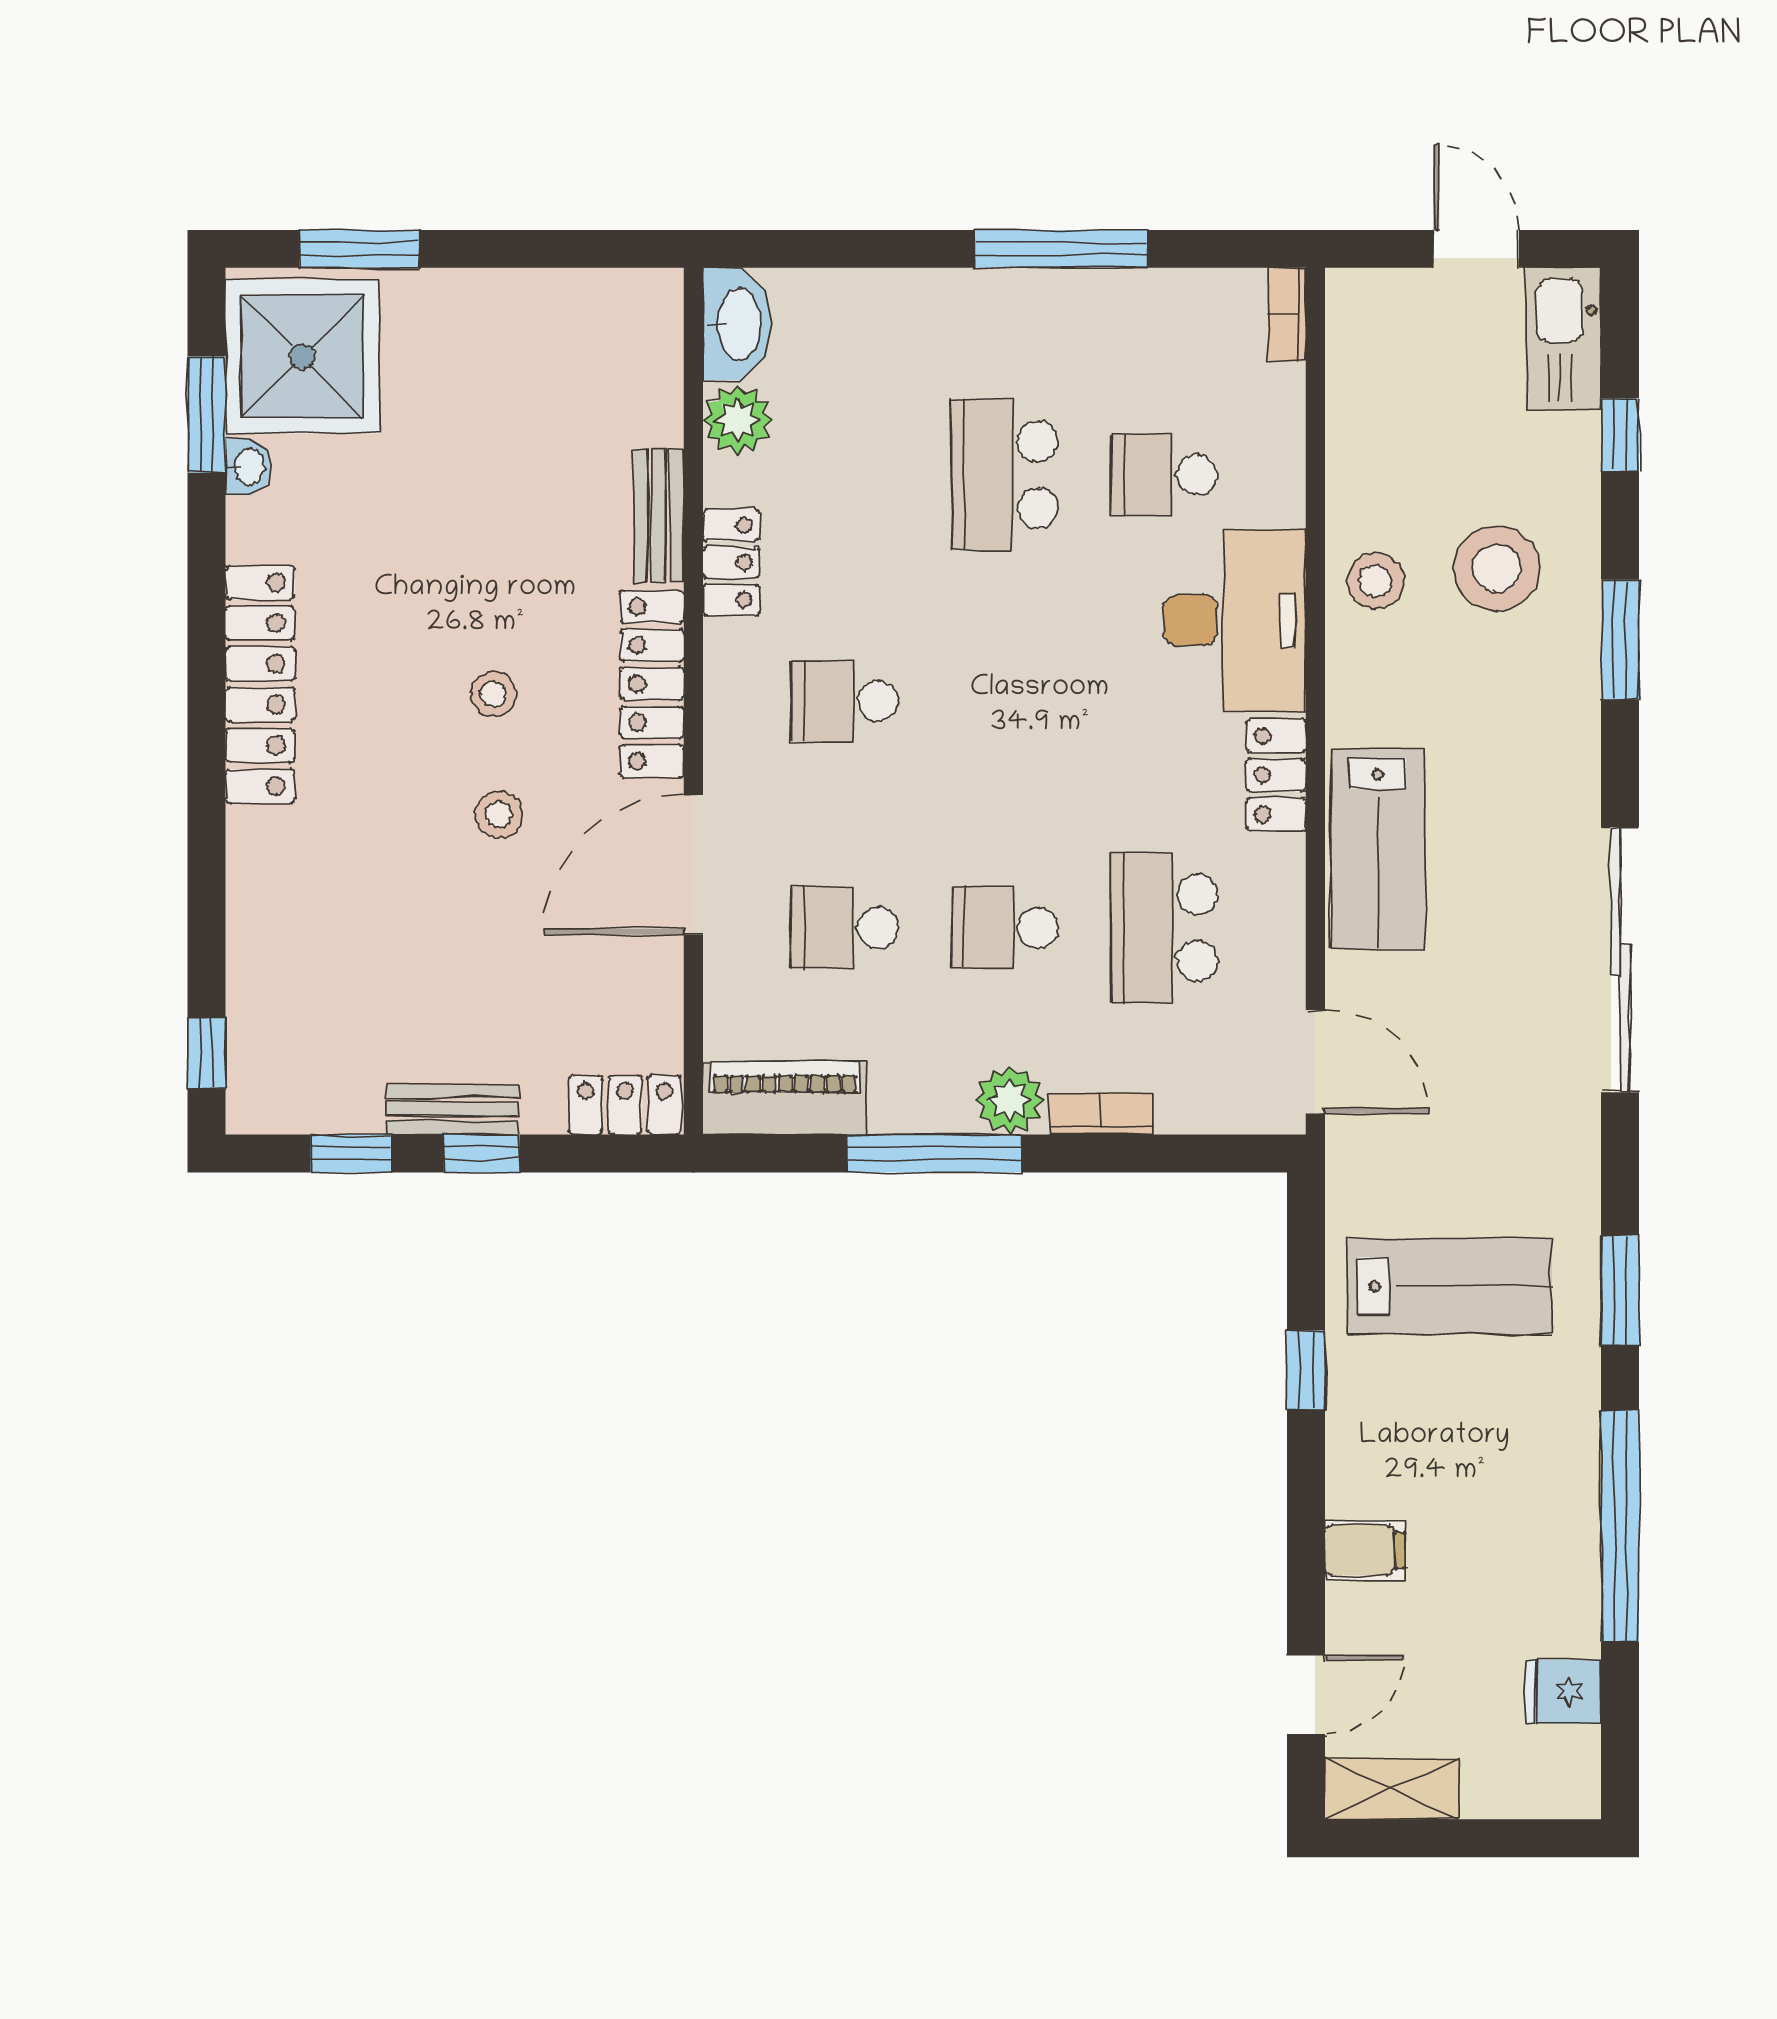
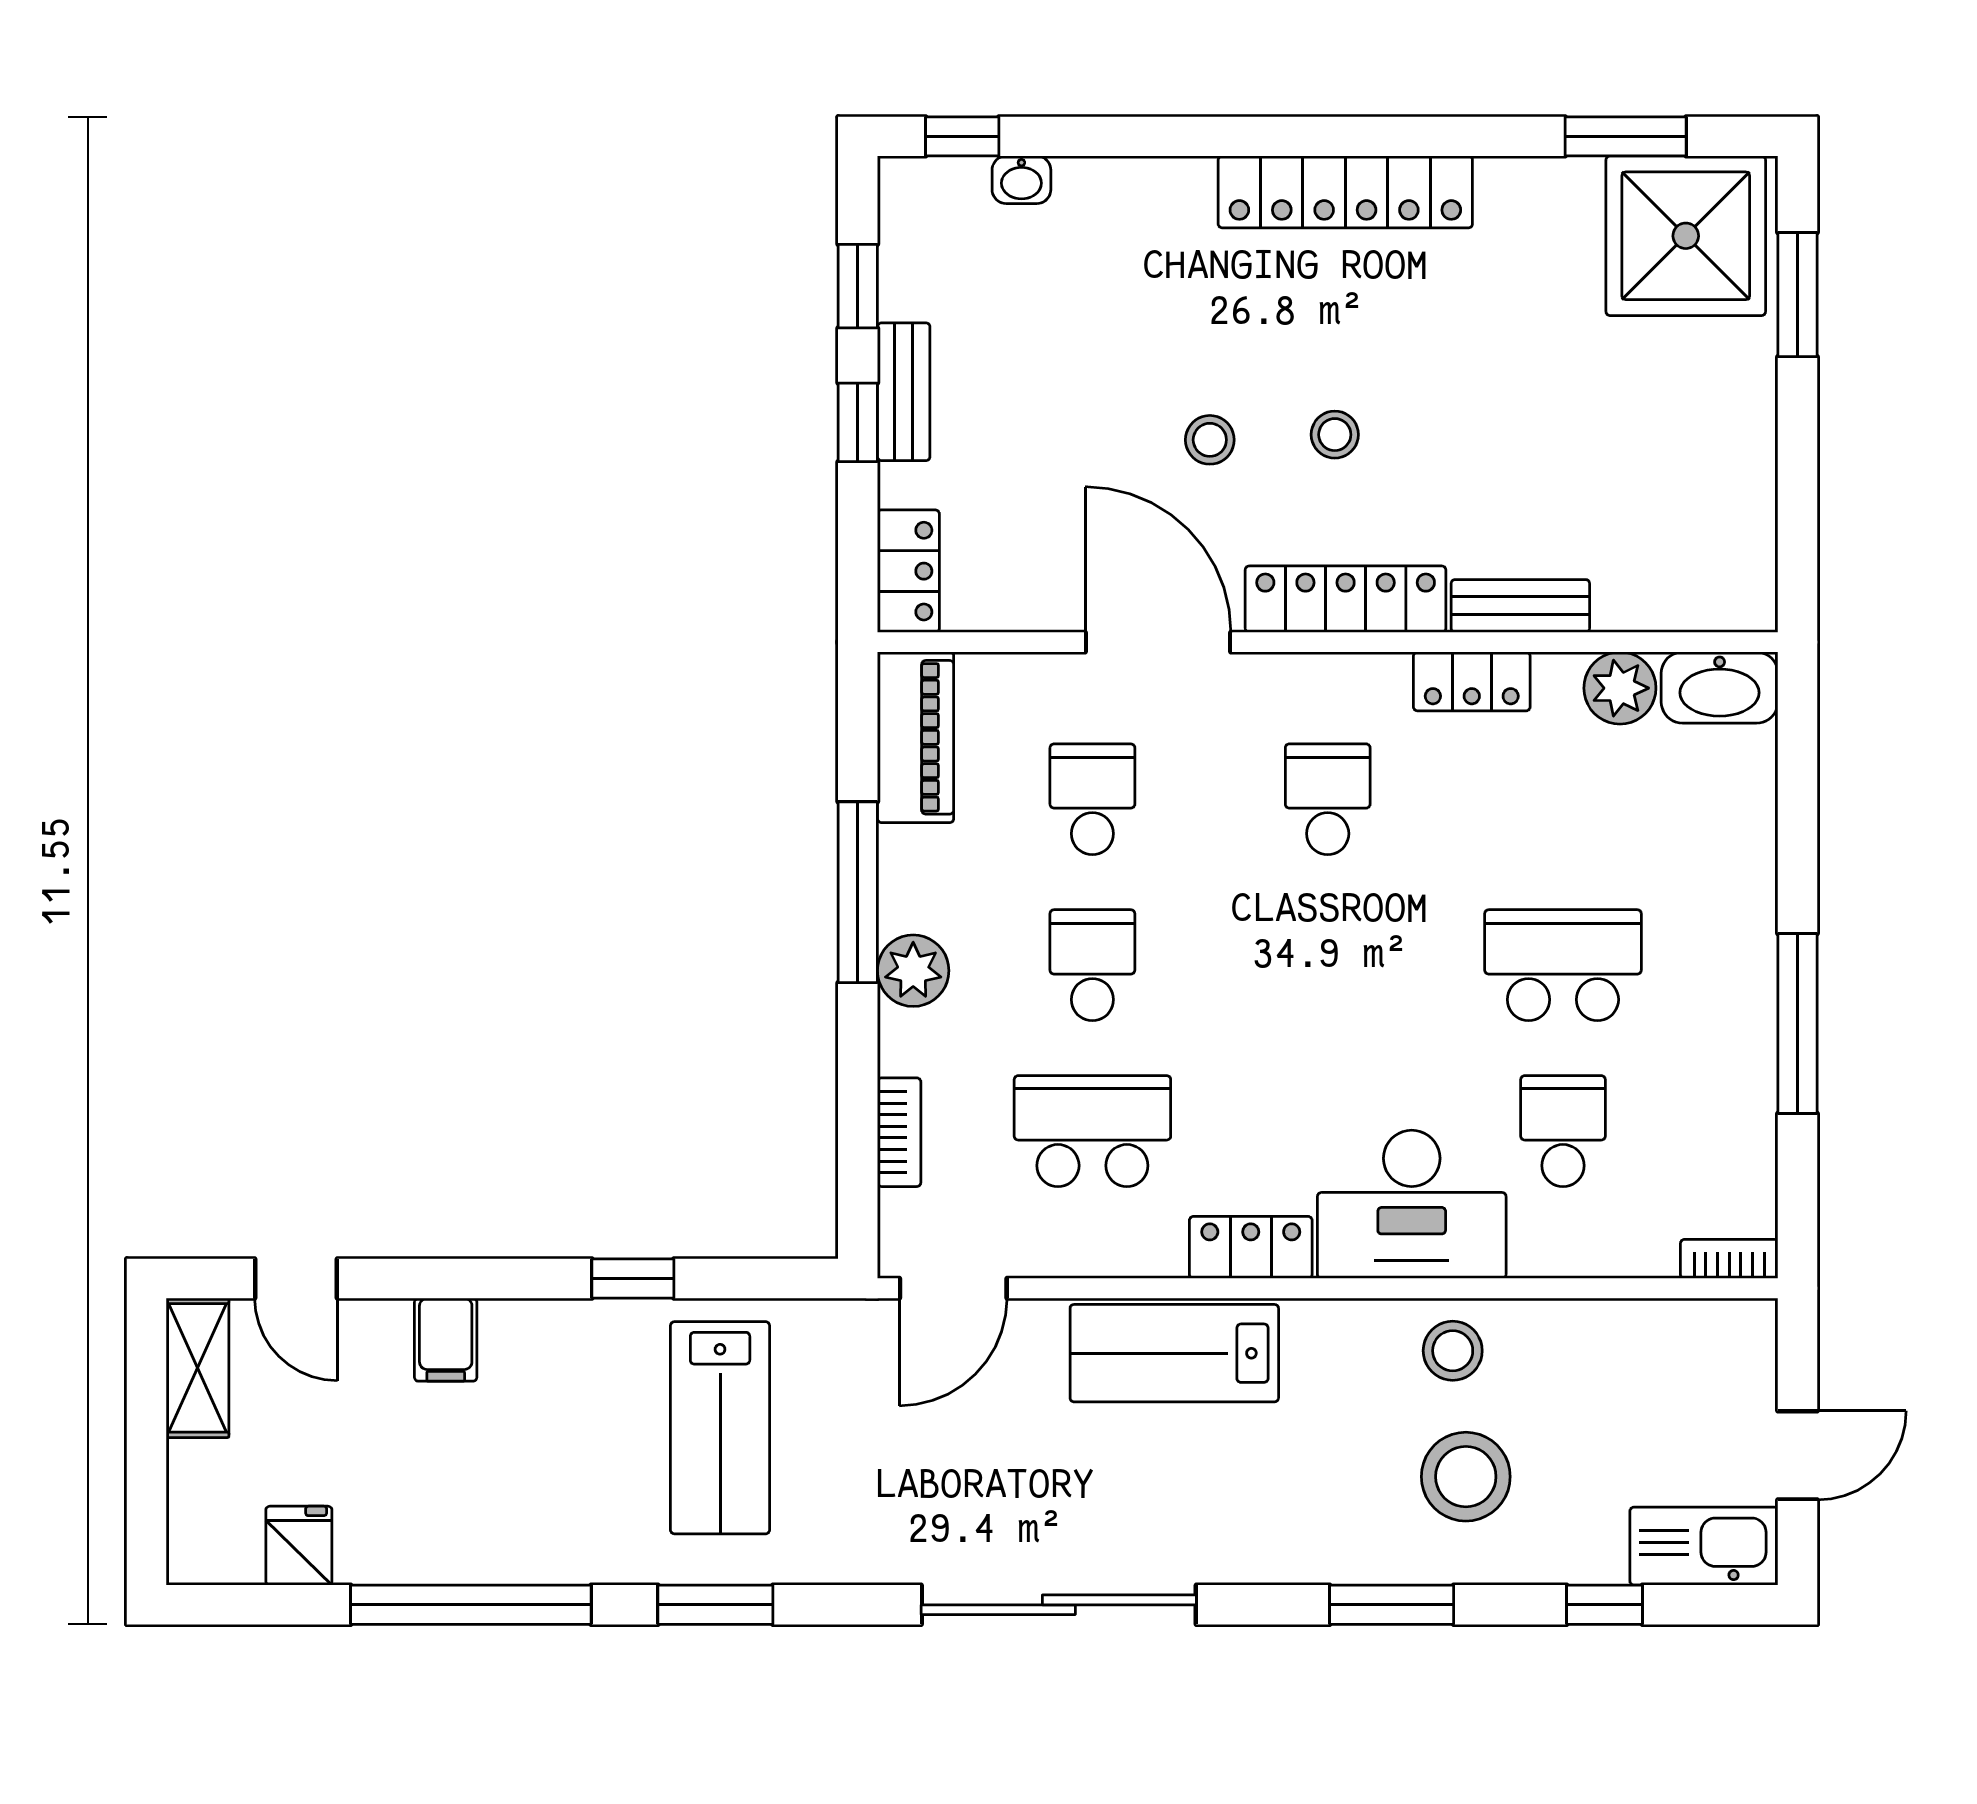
washbasin: (248, 467) -> (1021, 180), moved
bookcase: (1101, 1114) -> (899, 1132), moved

